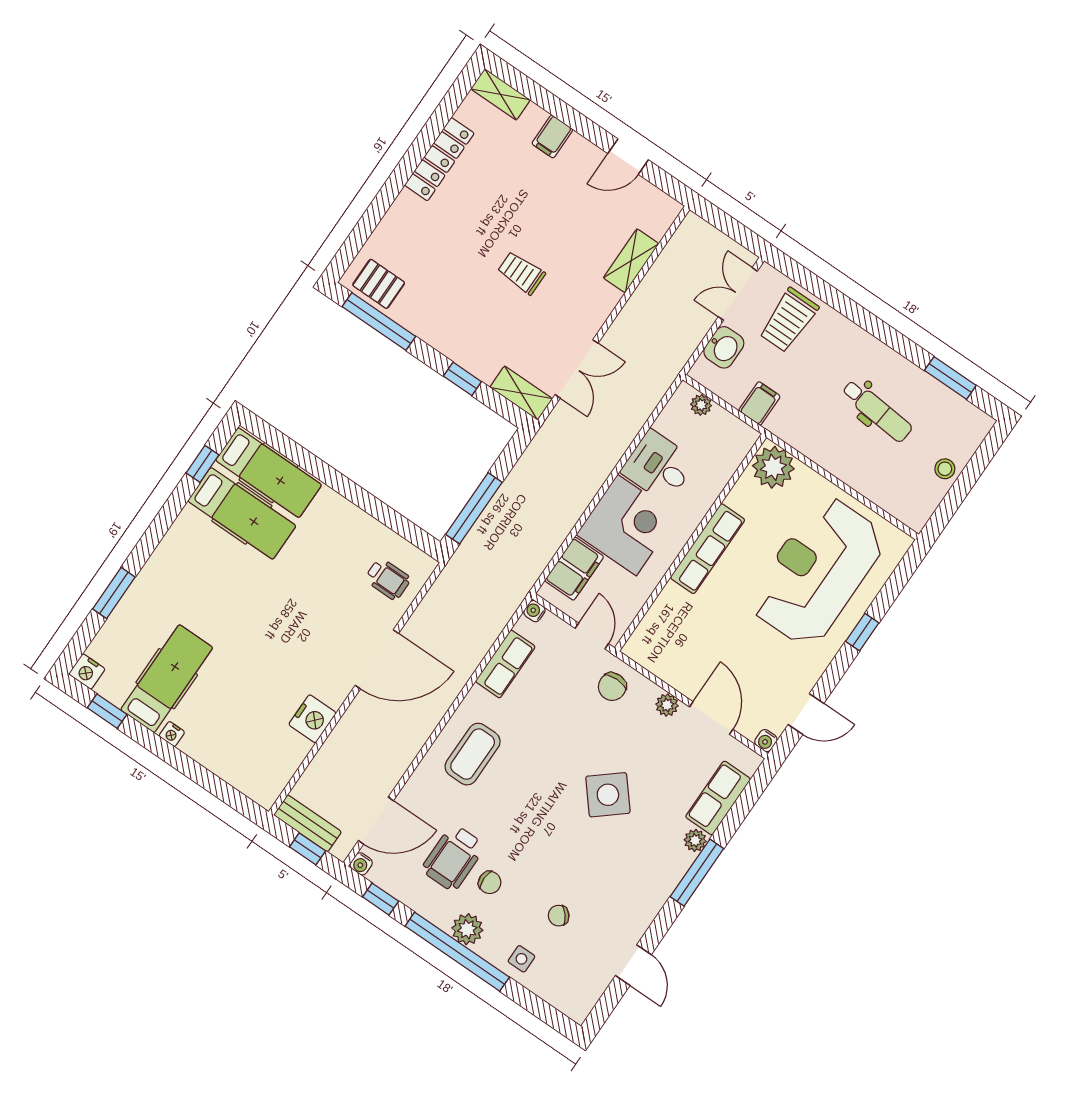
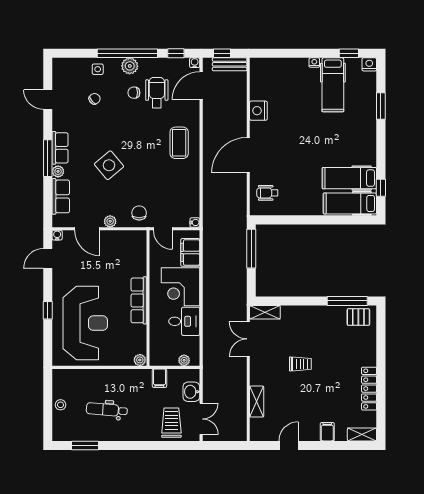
window: (462, 379) -> (294, 301), removed
plant: (773, 467) -> (140, 360), width x0.53, depth x0.53
row of seats: (505, 664) -> (60, 148), moved, turned 180

